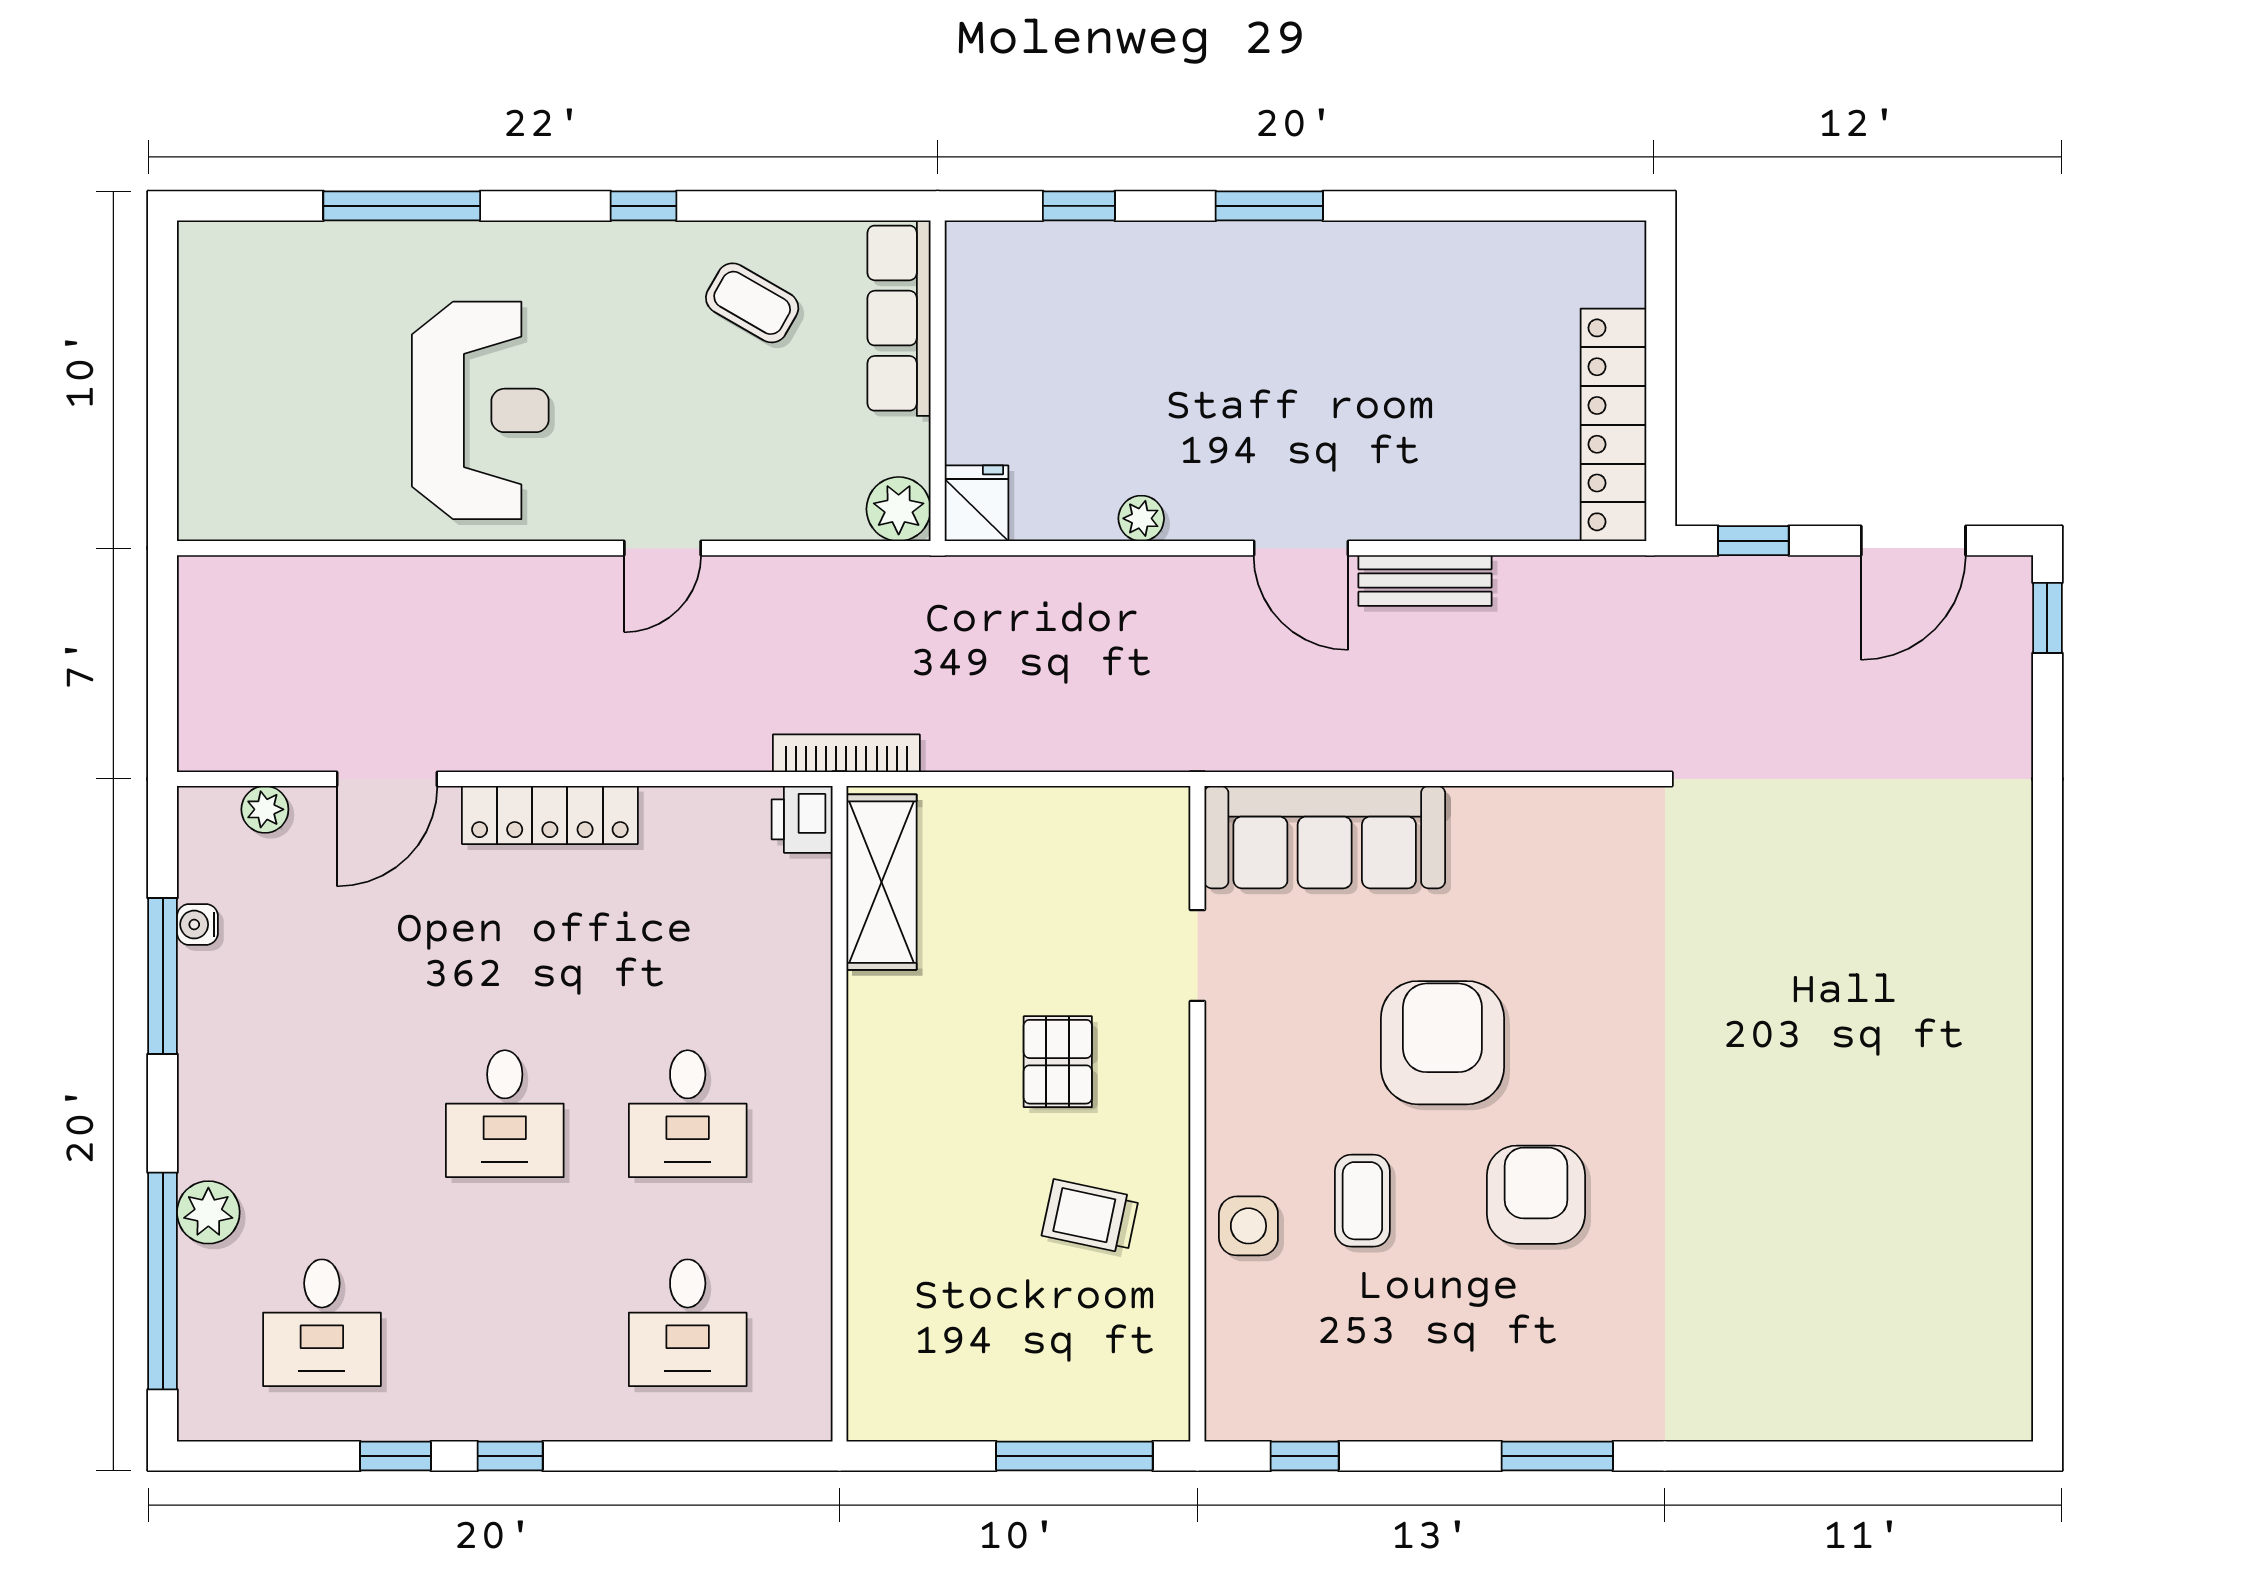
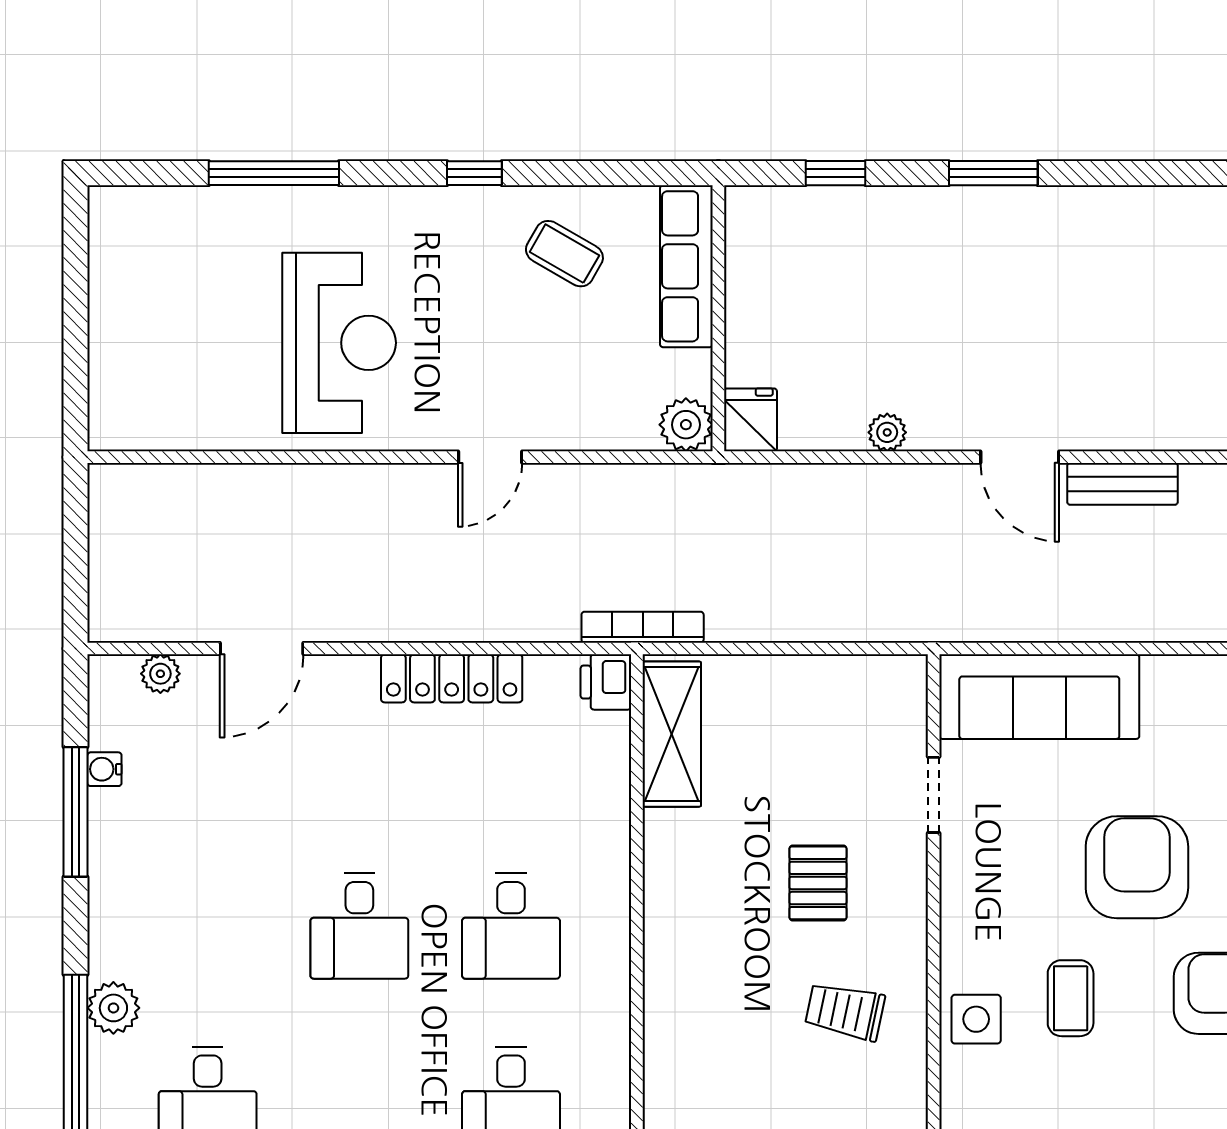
locker: (550, 815) -> (452, 678), moved

